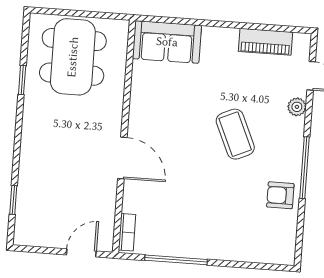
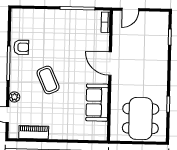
sofa: (167, 42) -> (97, 103), moved, turned -90

